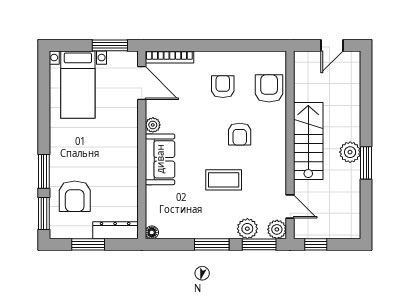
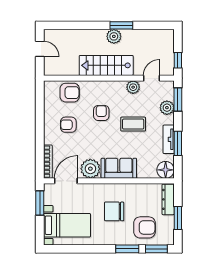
armchair: (269, 88) -> (70, 93), turned 180
plant: (153, 125) -> (90, 169), width x1.88, depth x1.88
armchair: (240, 134) -> (101, 113), turned -90
chair: (98, 153) -> (114, 211), added
coffee table: (224, 180) -> (133, 124), turned 90
plant: (277, 229) -> (133, 87), moved
tv unit: (202, 231) -> (169, 139), added
floor lamp: (152, 232) -> (166, 170), width x1.89, depth x1.89
window: (212, 244) -> (178, 143), moved

